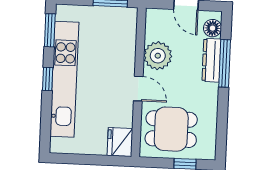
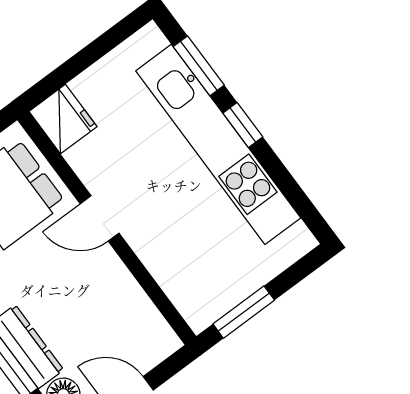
window: (50, 30) -> (199, 66), moved
plant: (158, 56) -> (110, 290), removed

